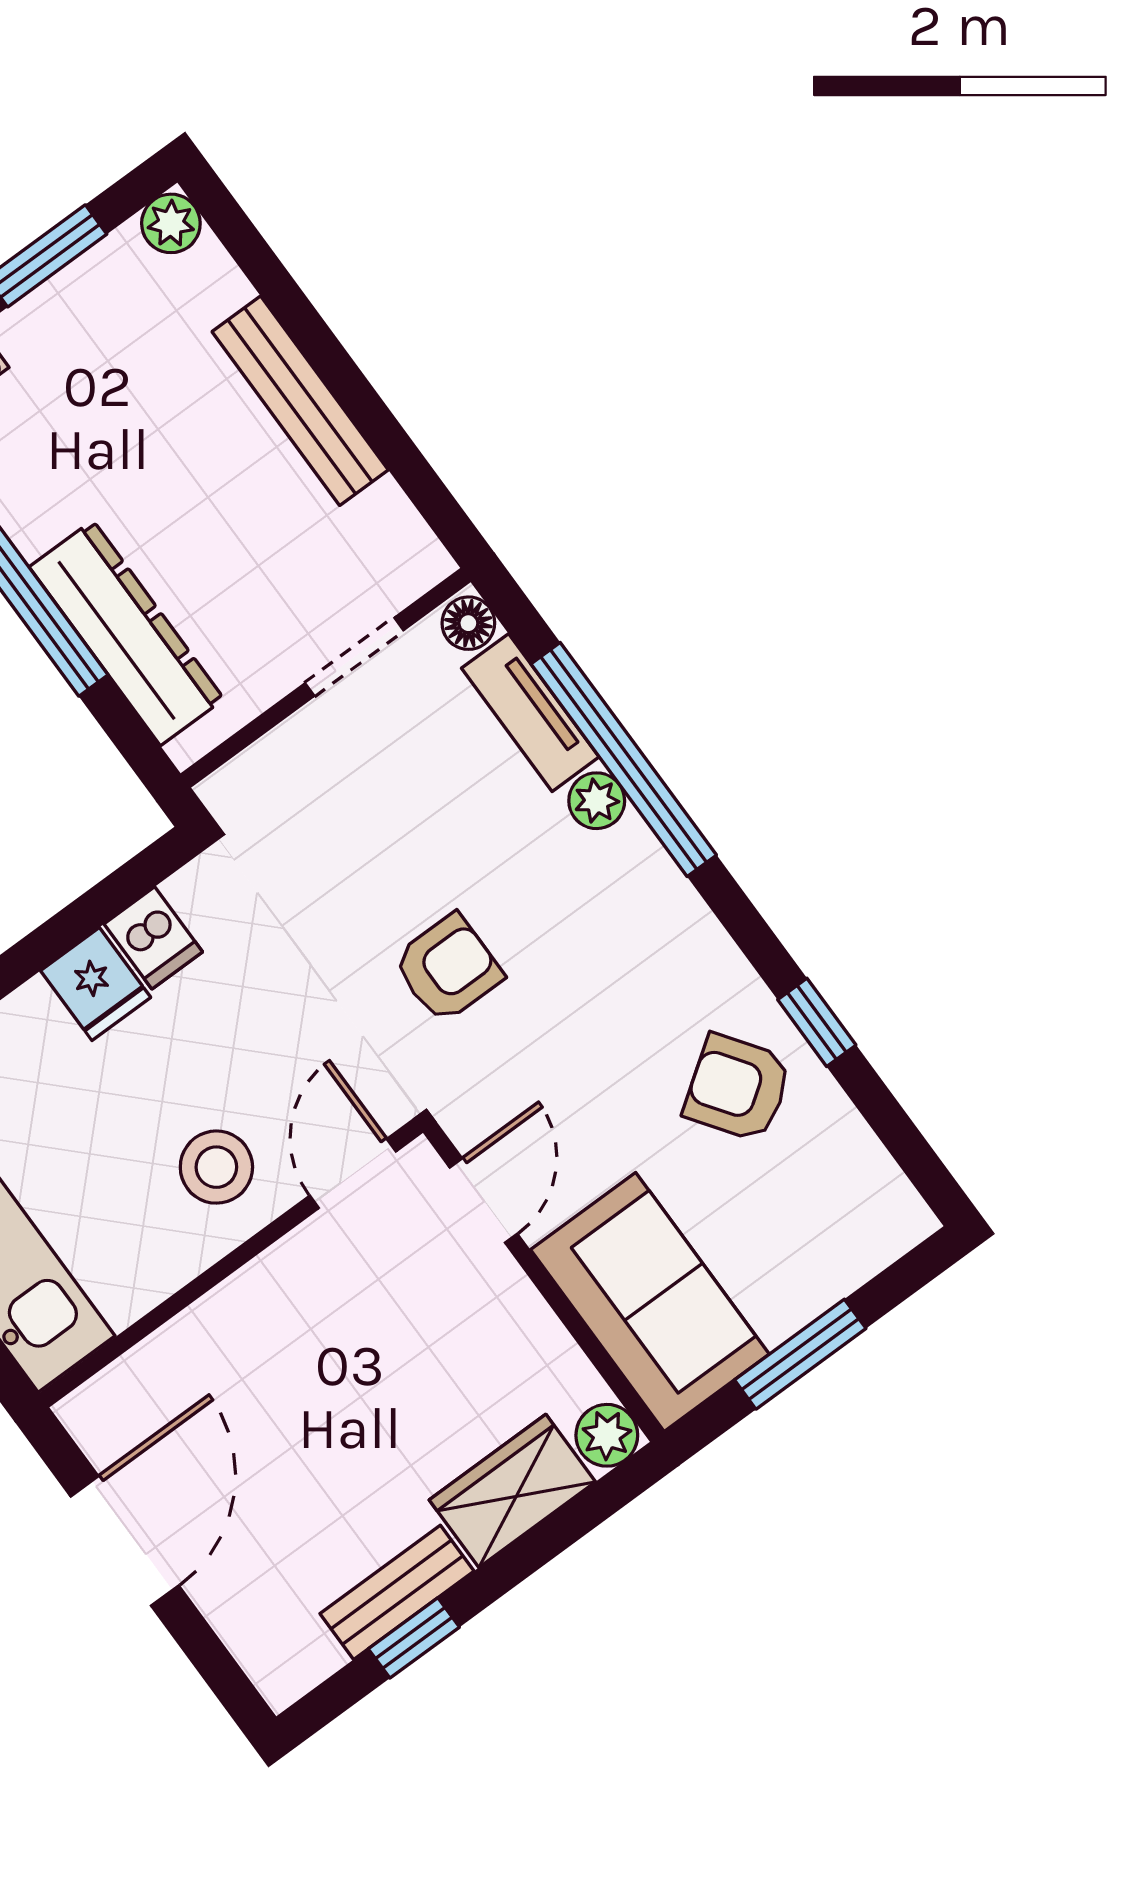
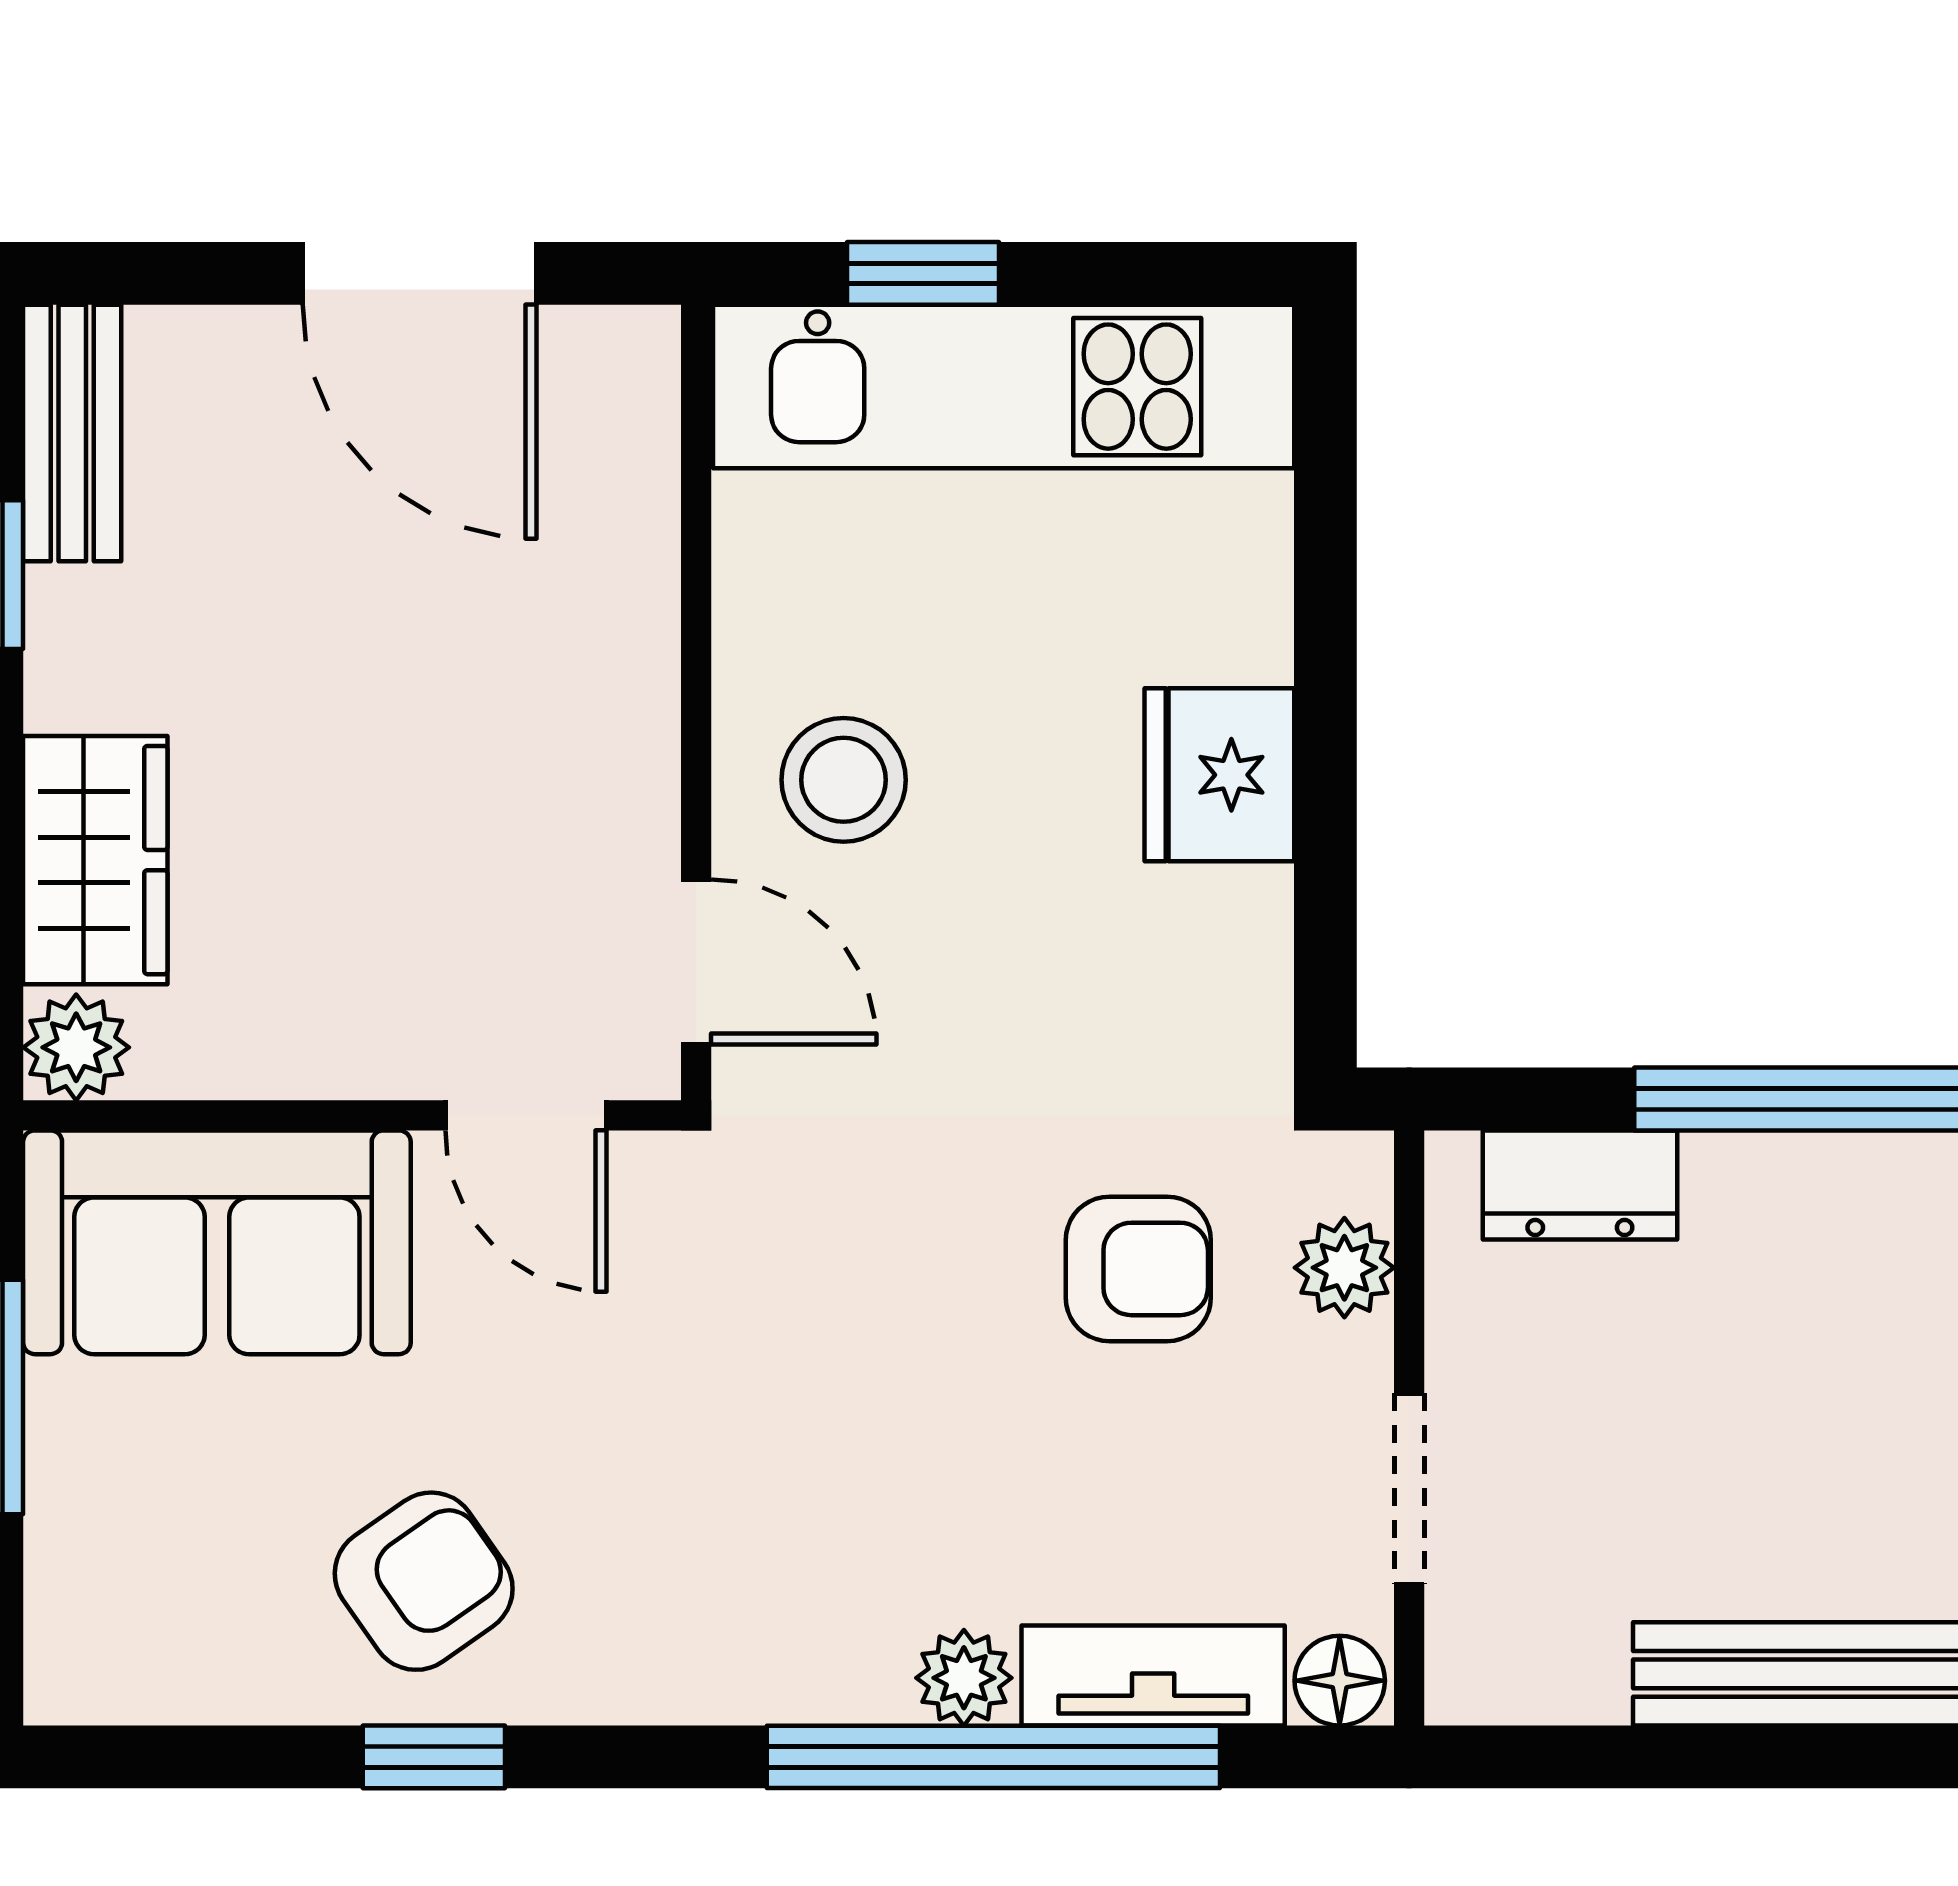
dresser: (127, 633) -> (1580, 1185), width x0.51, depth x0.80
plant: (273, 763) -> (1344, 1268), added
dishwasher: (153, 938) -> (1225, 925), removed
armchair: (448, 968) -> (1138, 1269), moved, turned -90
fridge: (96, 984) -> (1219, 775), width x1.38
bench: (397, 1592) -> (72, 433), moved

